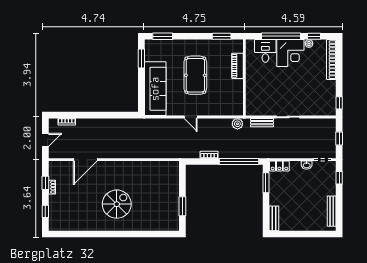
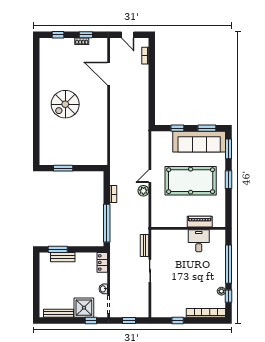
window: (222, 36) -> (229, 180), moved
desk: (265, 51) -> (199, 241), moved, turned -90
corner desk: (290, 53) -> (212, 273), removed
pool table: (195, 75) -> (191, 181), width x1.36, depth x1.32
window: (141, 89) -> (177, 128), added
sofa: (155, 89) -> (199, 142), moved
window: (339, 103) -> (178, 320), moved
plant: (237, 124) -> (143, 191), moved
window: (266, 183) -> (58, 249), moved
shower: (326, 185) -> (84, 308), added
spiral stairs: (117, 204) -> (65, 104), turned 90
bench: (274, 218) -> (63, 257), moved

